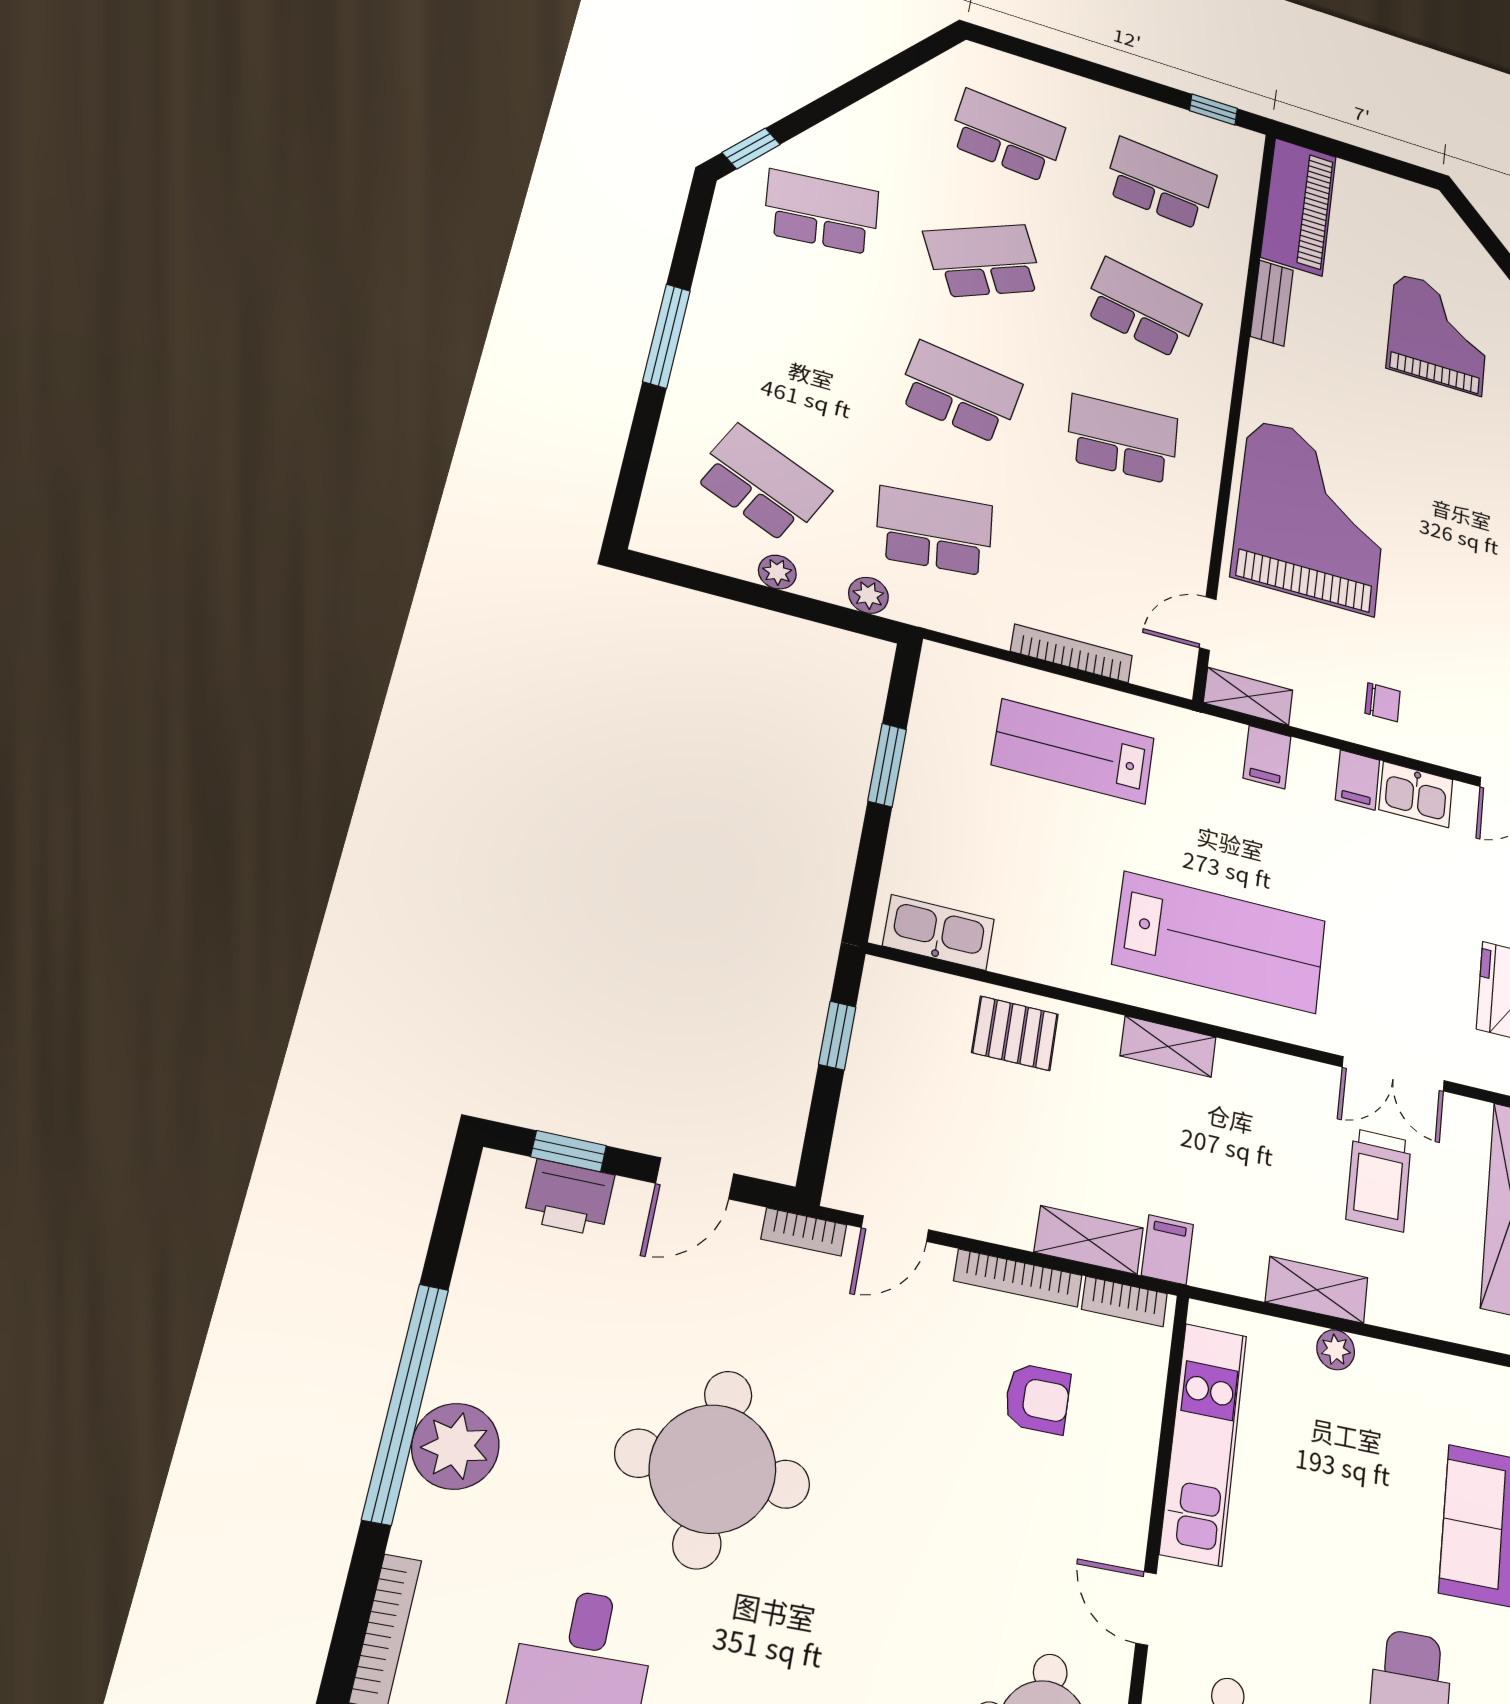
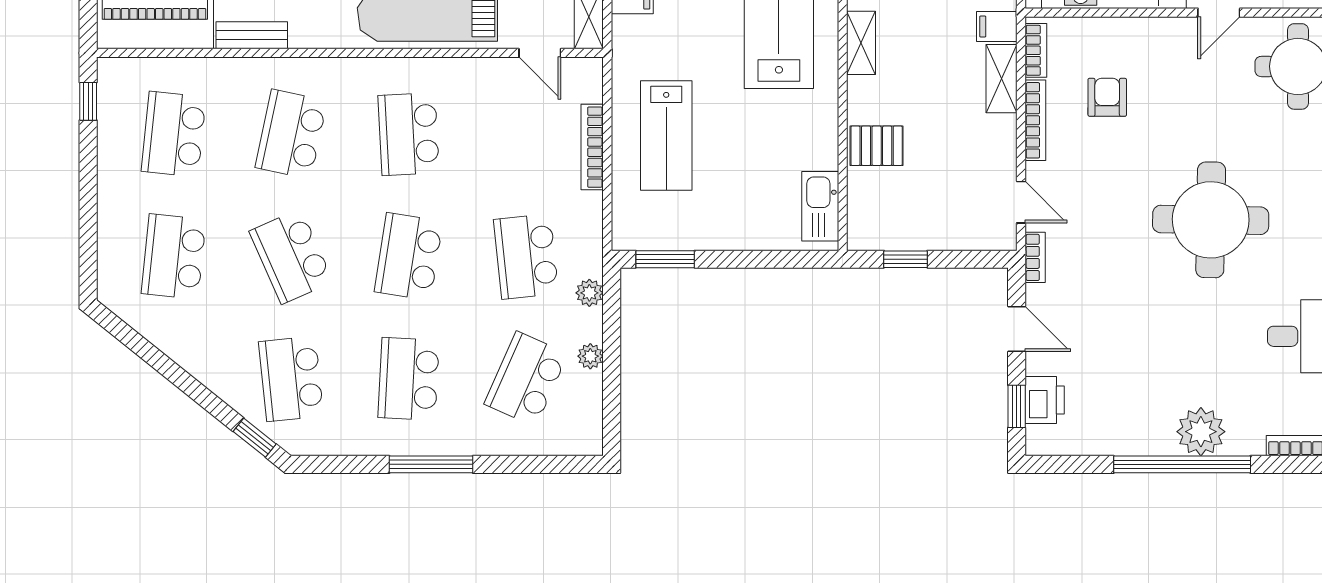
school desk: (793, 344) -> (409, 379), added
window: (887, 765) -> (665, 259), moved
pallet: (1015, 1033) -> (877, 146), turned 90
round table: (713, 1469) -> (1211, 220), moved

